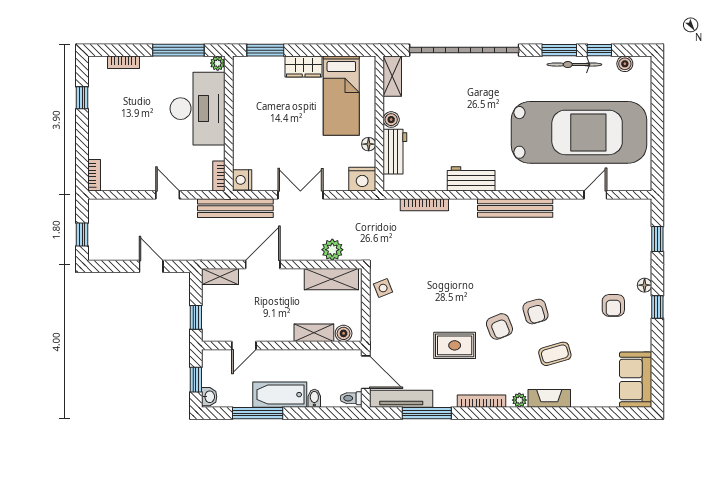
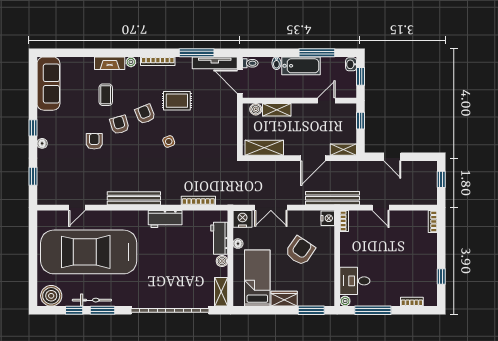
boiler: (625, 64) -> (51, 296), width x1.86, depth x1.86
desk: (198, 109) -> (355, 281), width x0.53, depth x0.77
armchair: (281, 134) -> (300, 251), added
double door: (300, 195) -> (271, 208), moved
plant: (332, 250) -> (264, 169), removed
side table: (383, 288) -> (169, 142), moved
armchair: (613, 305) -> (94, 141), moved
coffee table: (555, 354) -> (106, 95), turned -74
sofa: (636, 380) -> (48, 84), width x1.36

